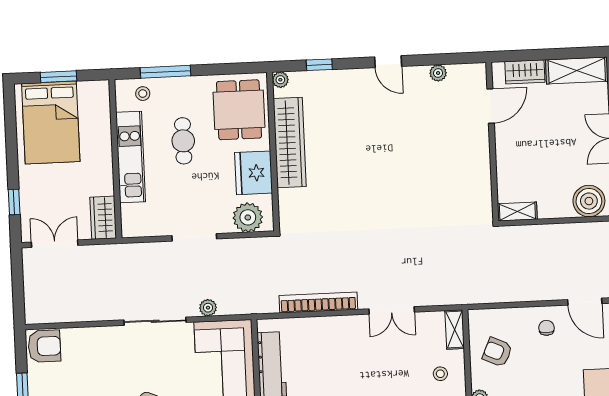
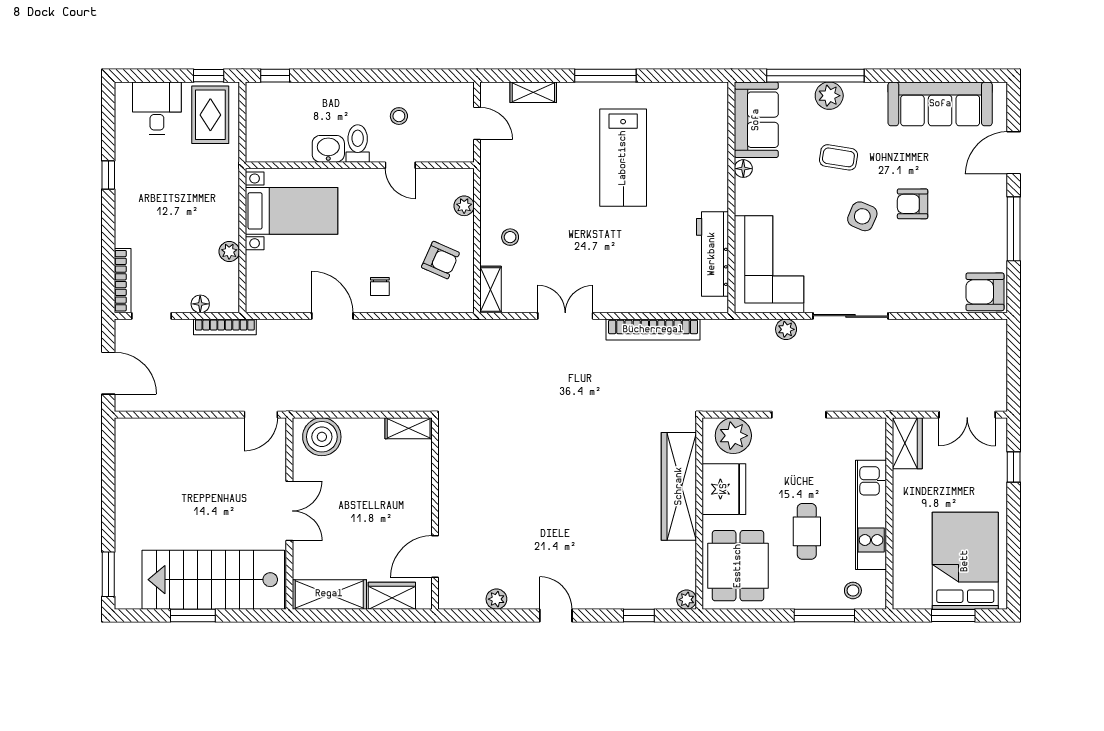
wardrobe: (290, 143) -> (679, 486), moved

